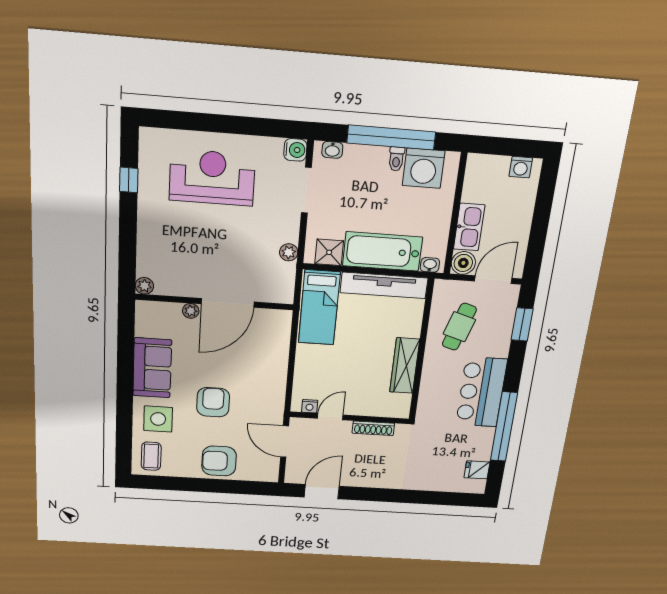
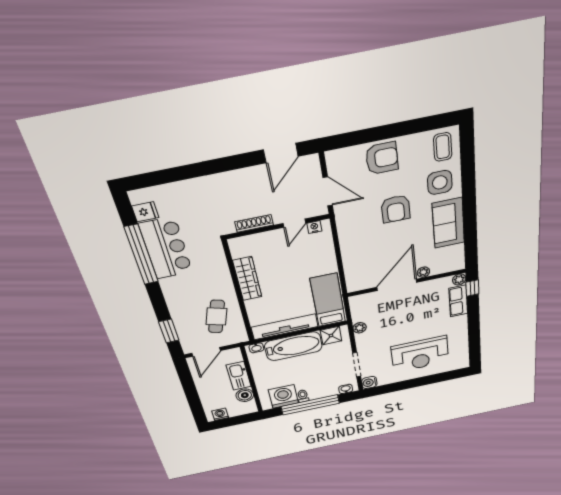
window: (129, 180) -> (472, 288), moved
row of seats: (148, 252) -> (458, 301), added
boiler: (463, 263) -> (245, 395), moved
bar counter: (481, 392) -> (166, 248), moved

